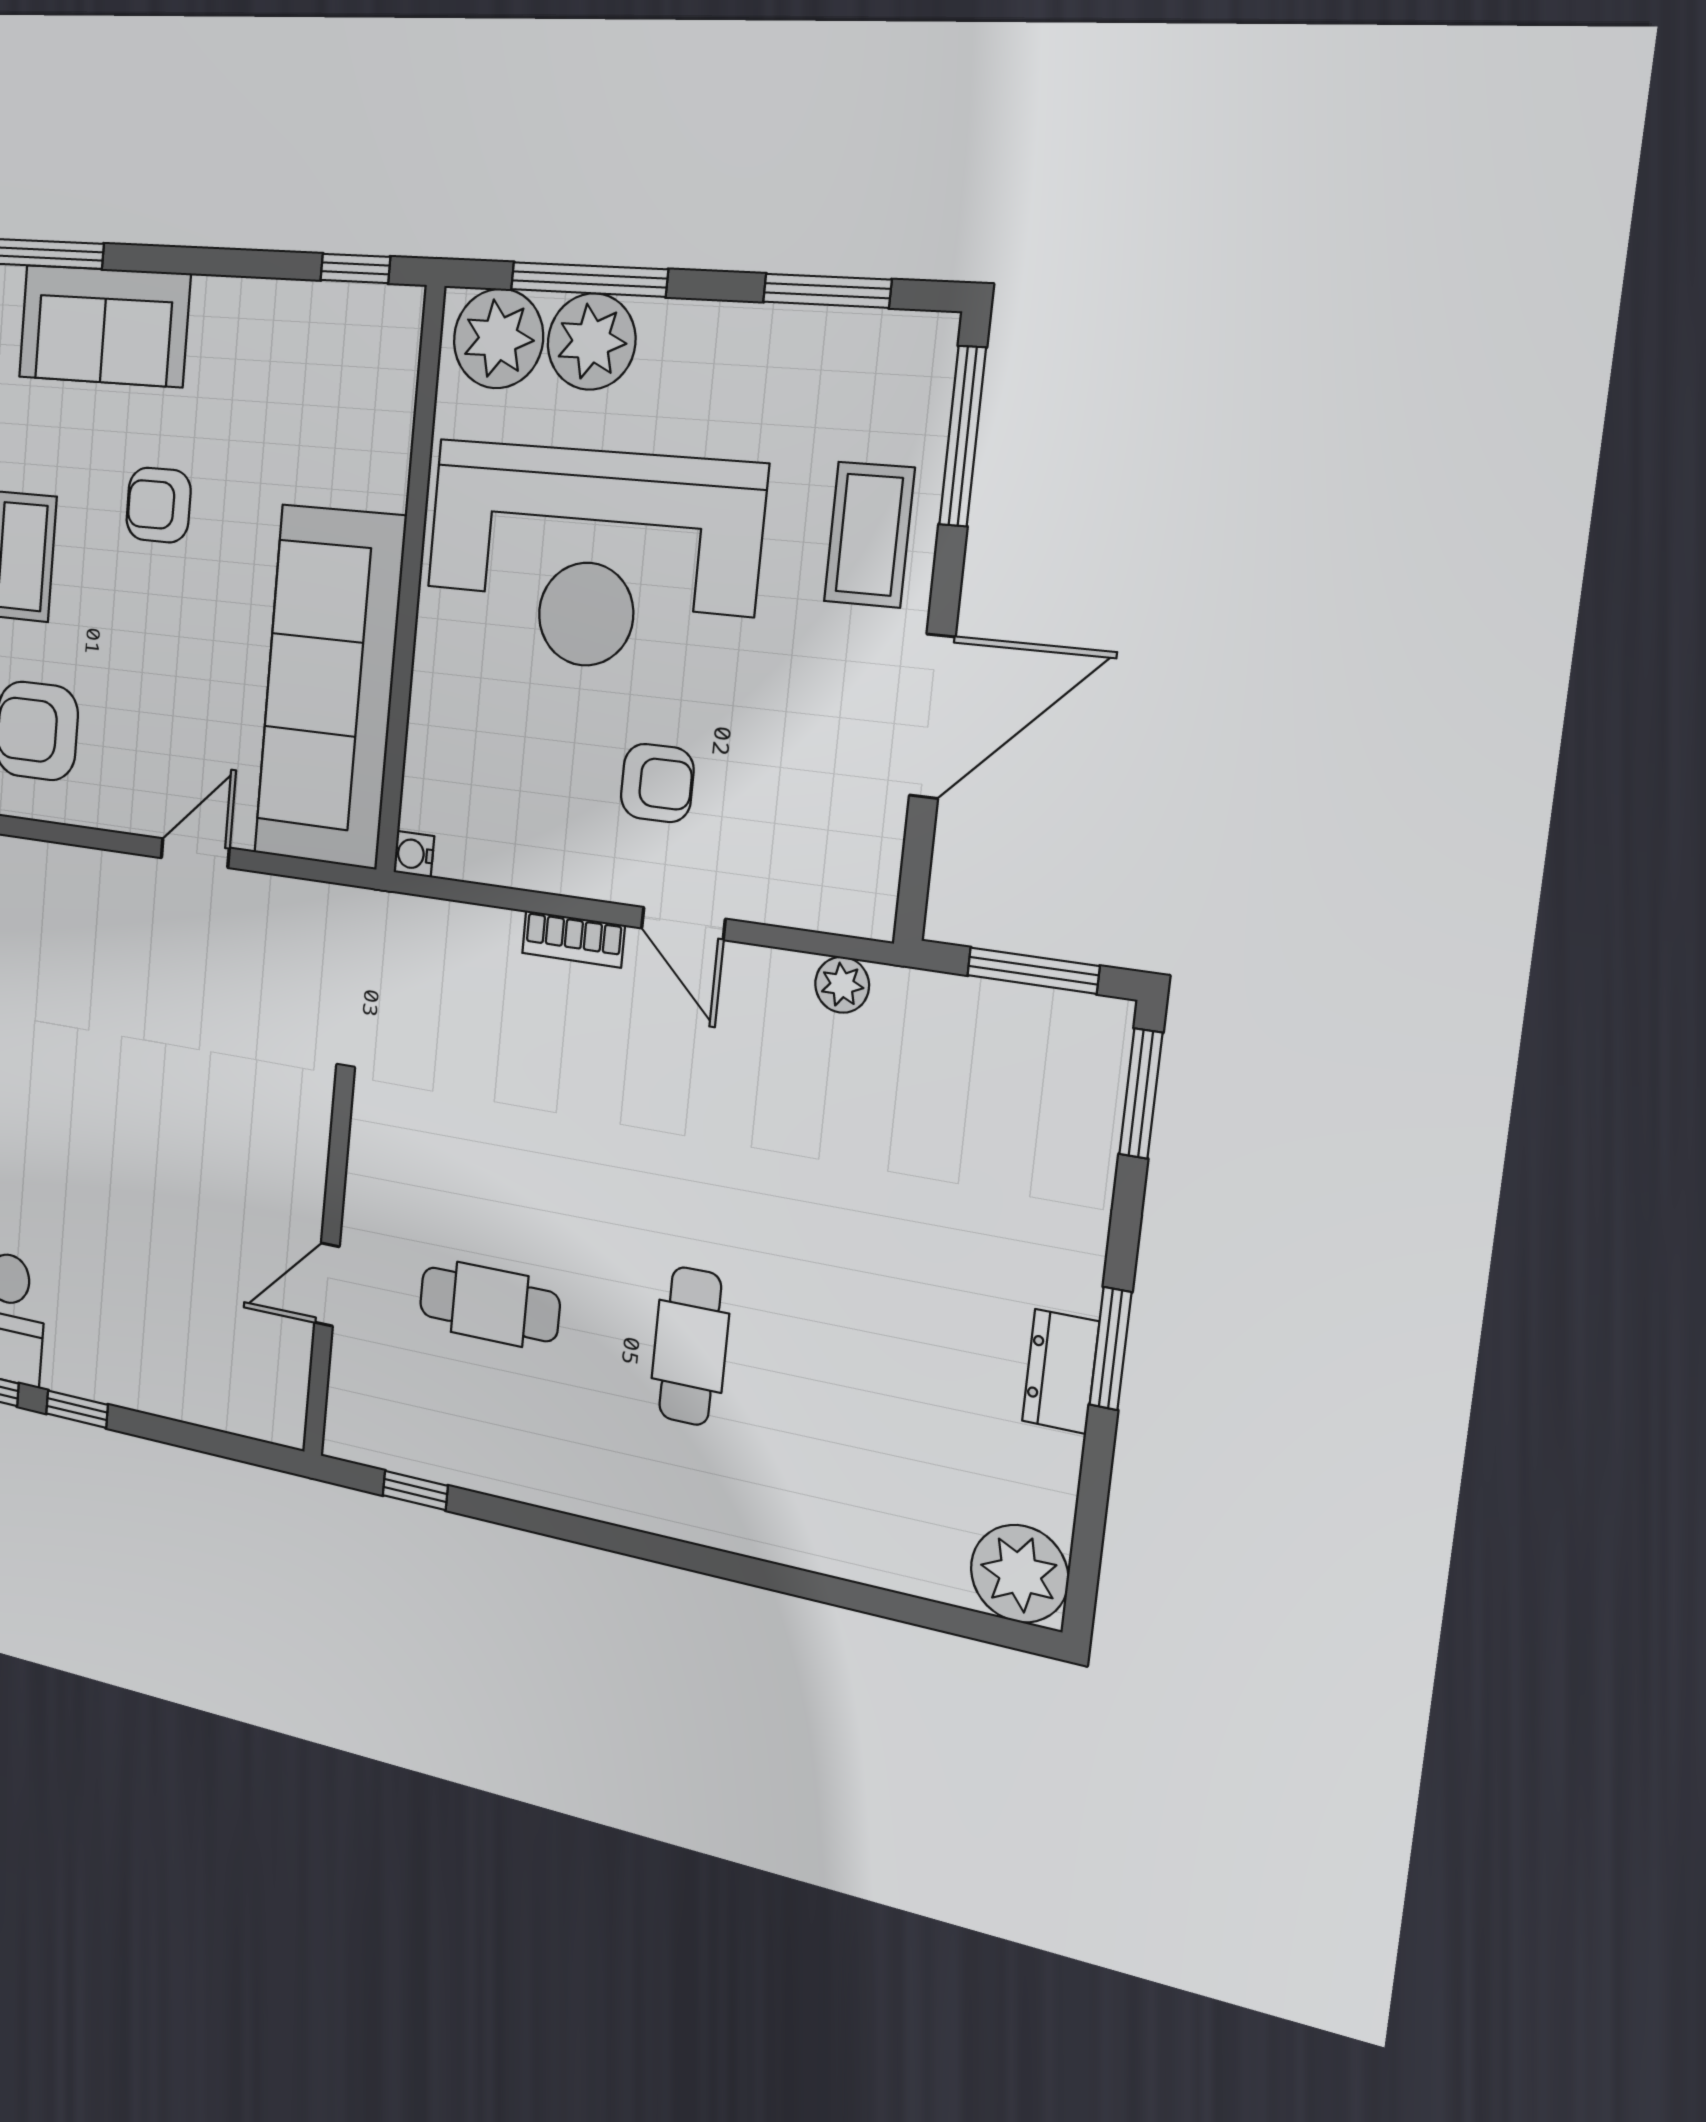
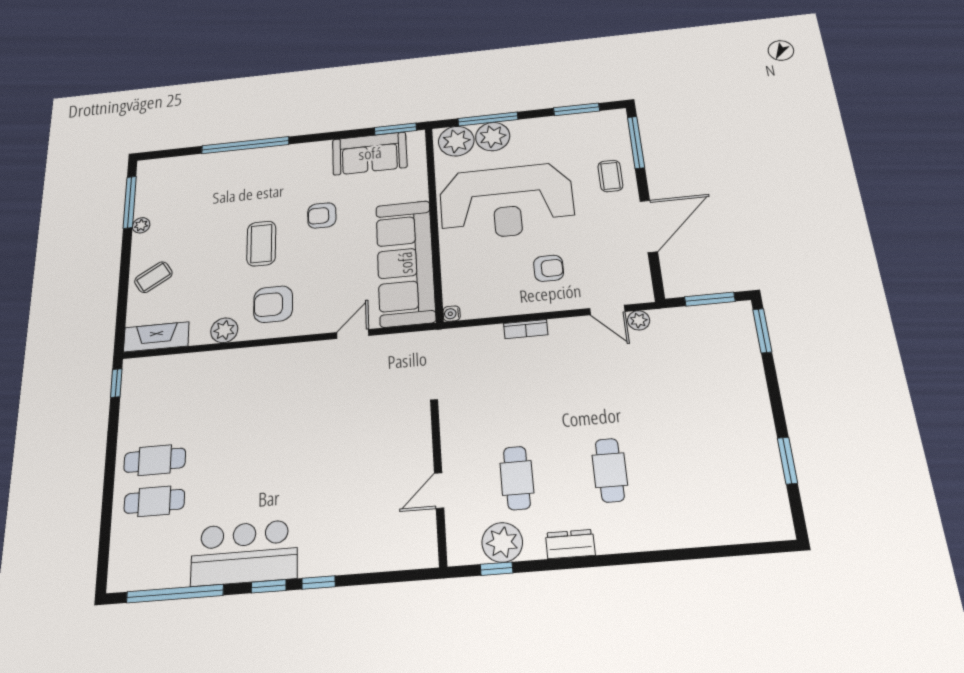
window: (355, 268) -> (395, 129), width x1.50
sofa: (104, 326) -> (370, 153), moved
coffee table: (869, 535) -> (610, 176), width x0.73, depth x0.77
door: (683, 924) -> (607, 310), moved
cafe table: (490, 1304) -> (517, 478), turned 90
window: (1110, 1349) -> (787, 461), moved
dresser: (1061, 1371) -> (570, 544), moved, turned 90
plant: (1020, 1574) -> (502, 542), moved

